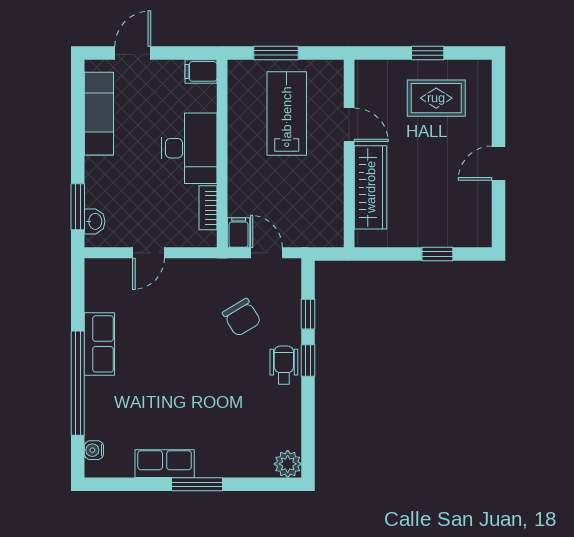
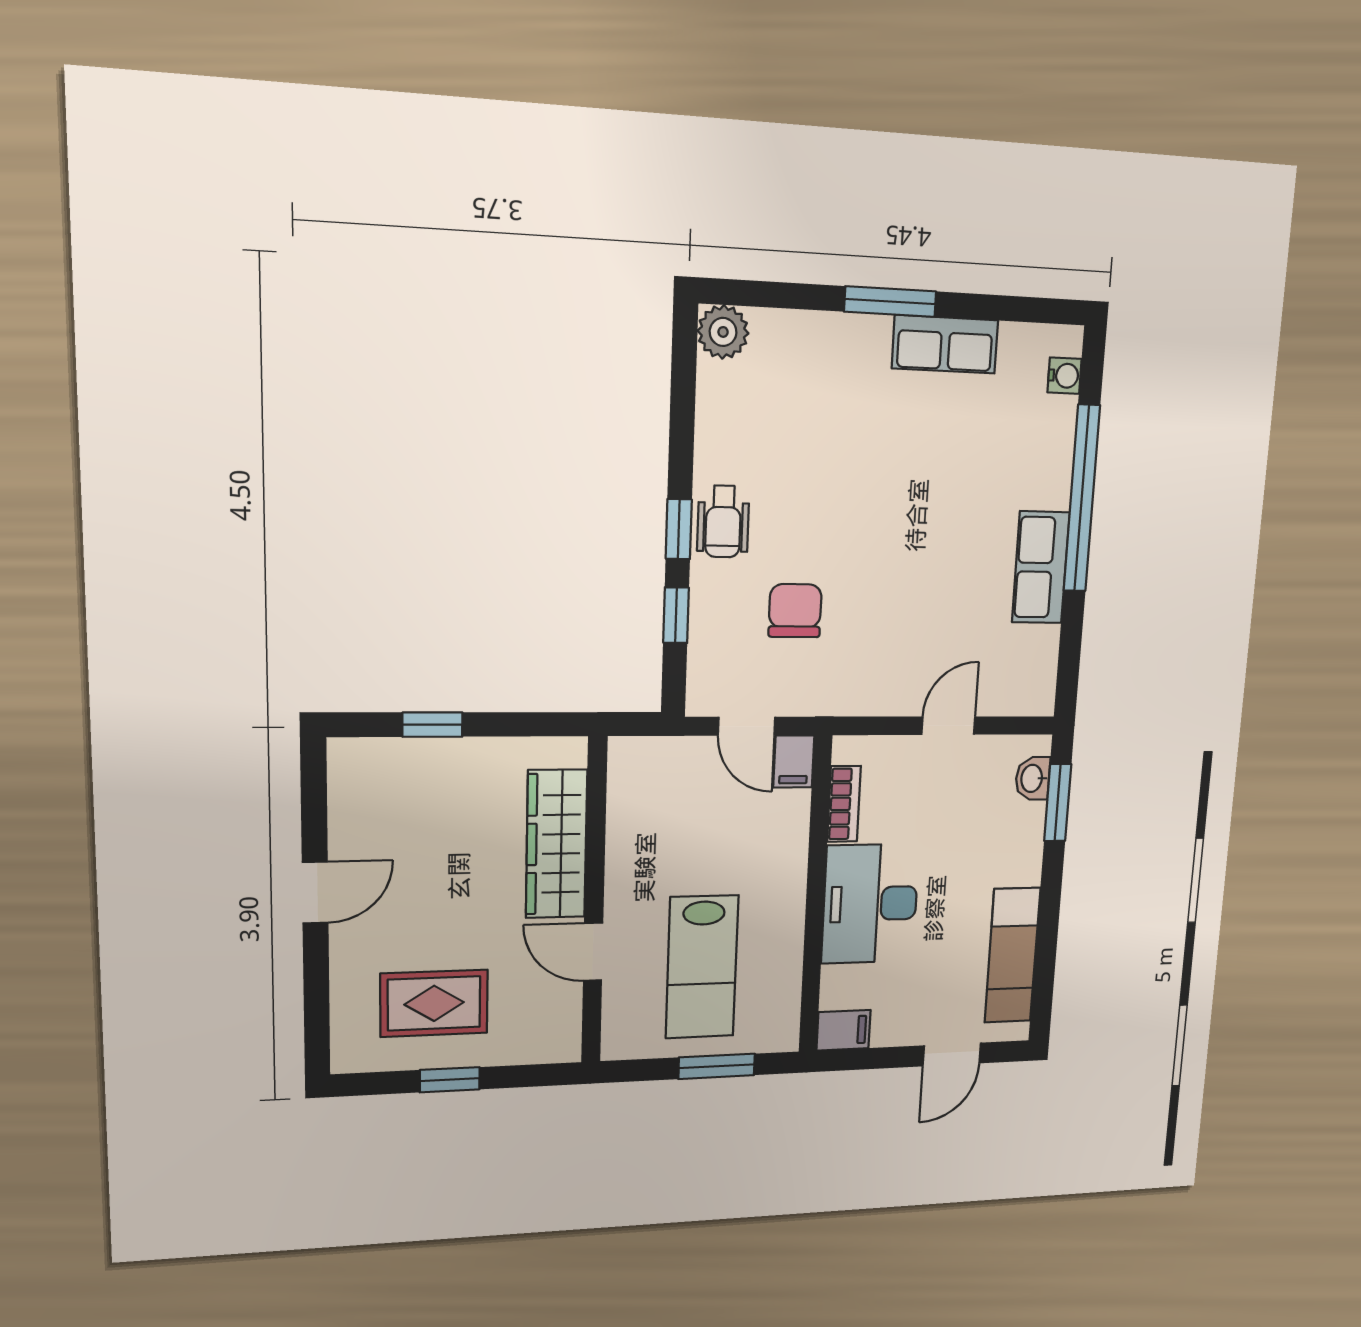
chair: (242, 317) -> (795, 611), turned 31

